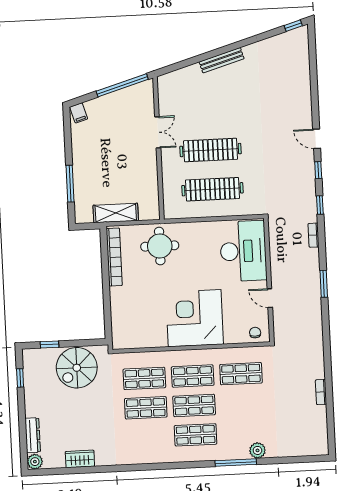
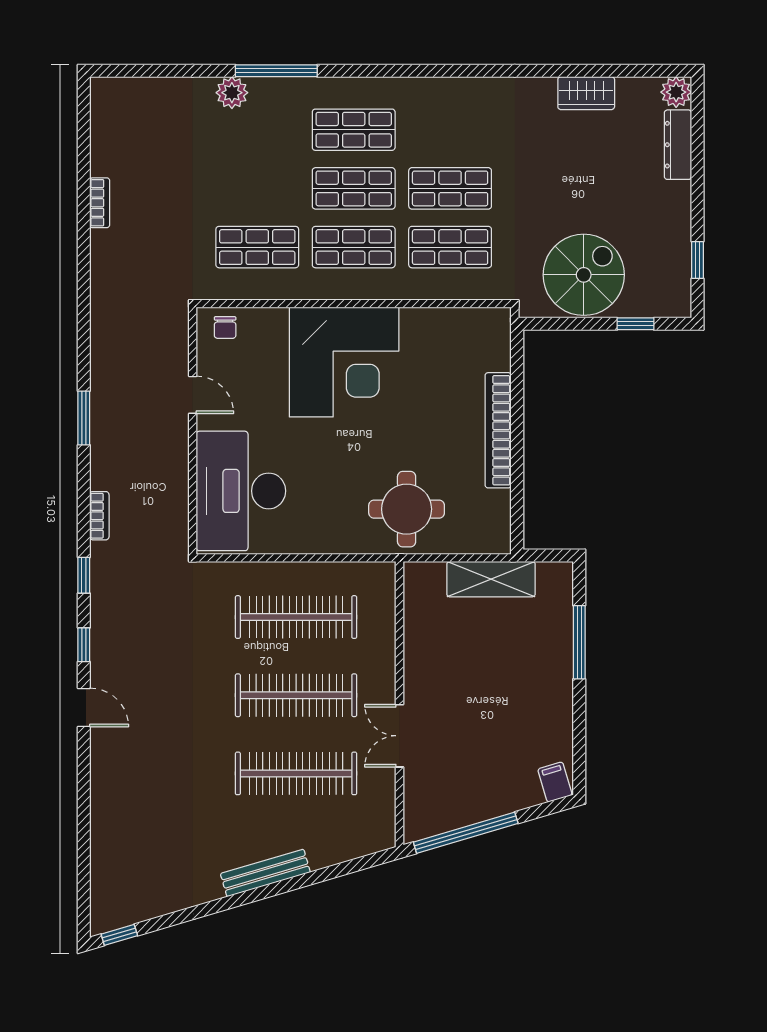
clothes rail: (209, 111) -> (296, 773), added
bookcase: (114, 257) -> (498, 430), moved

